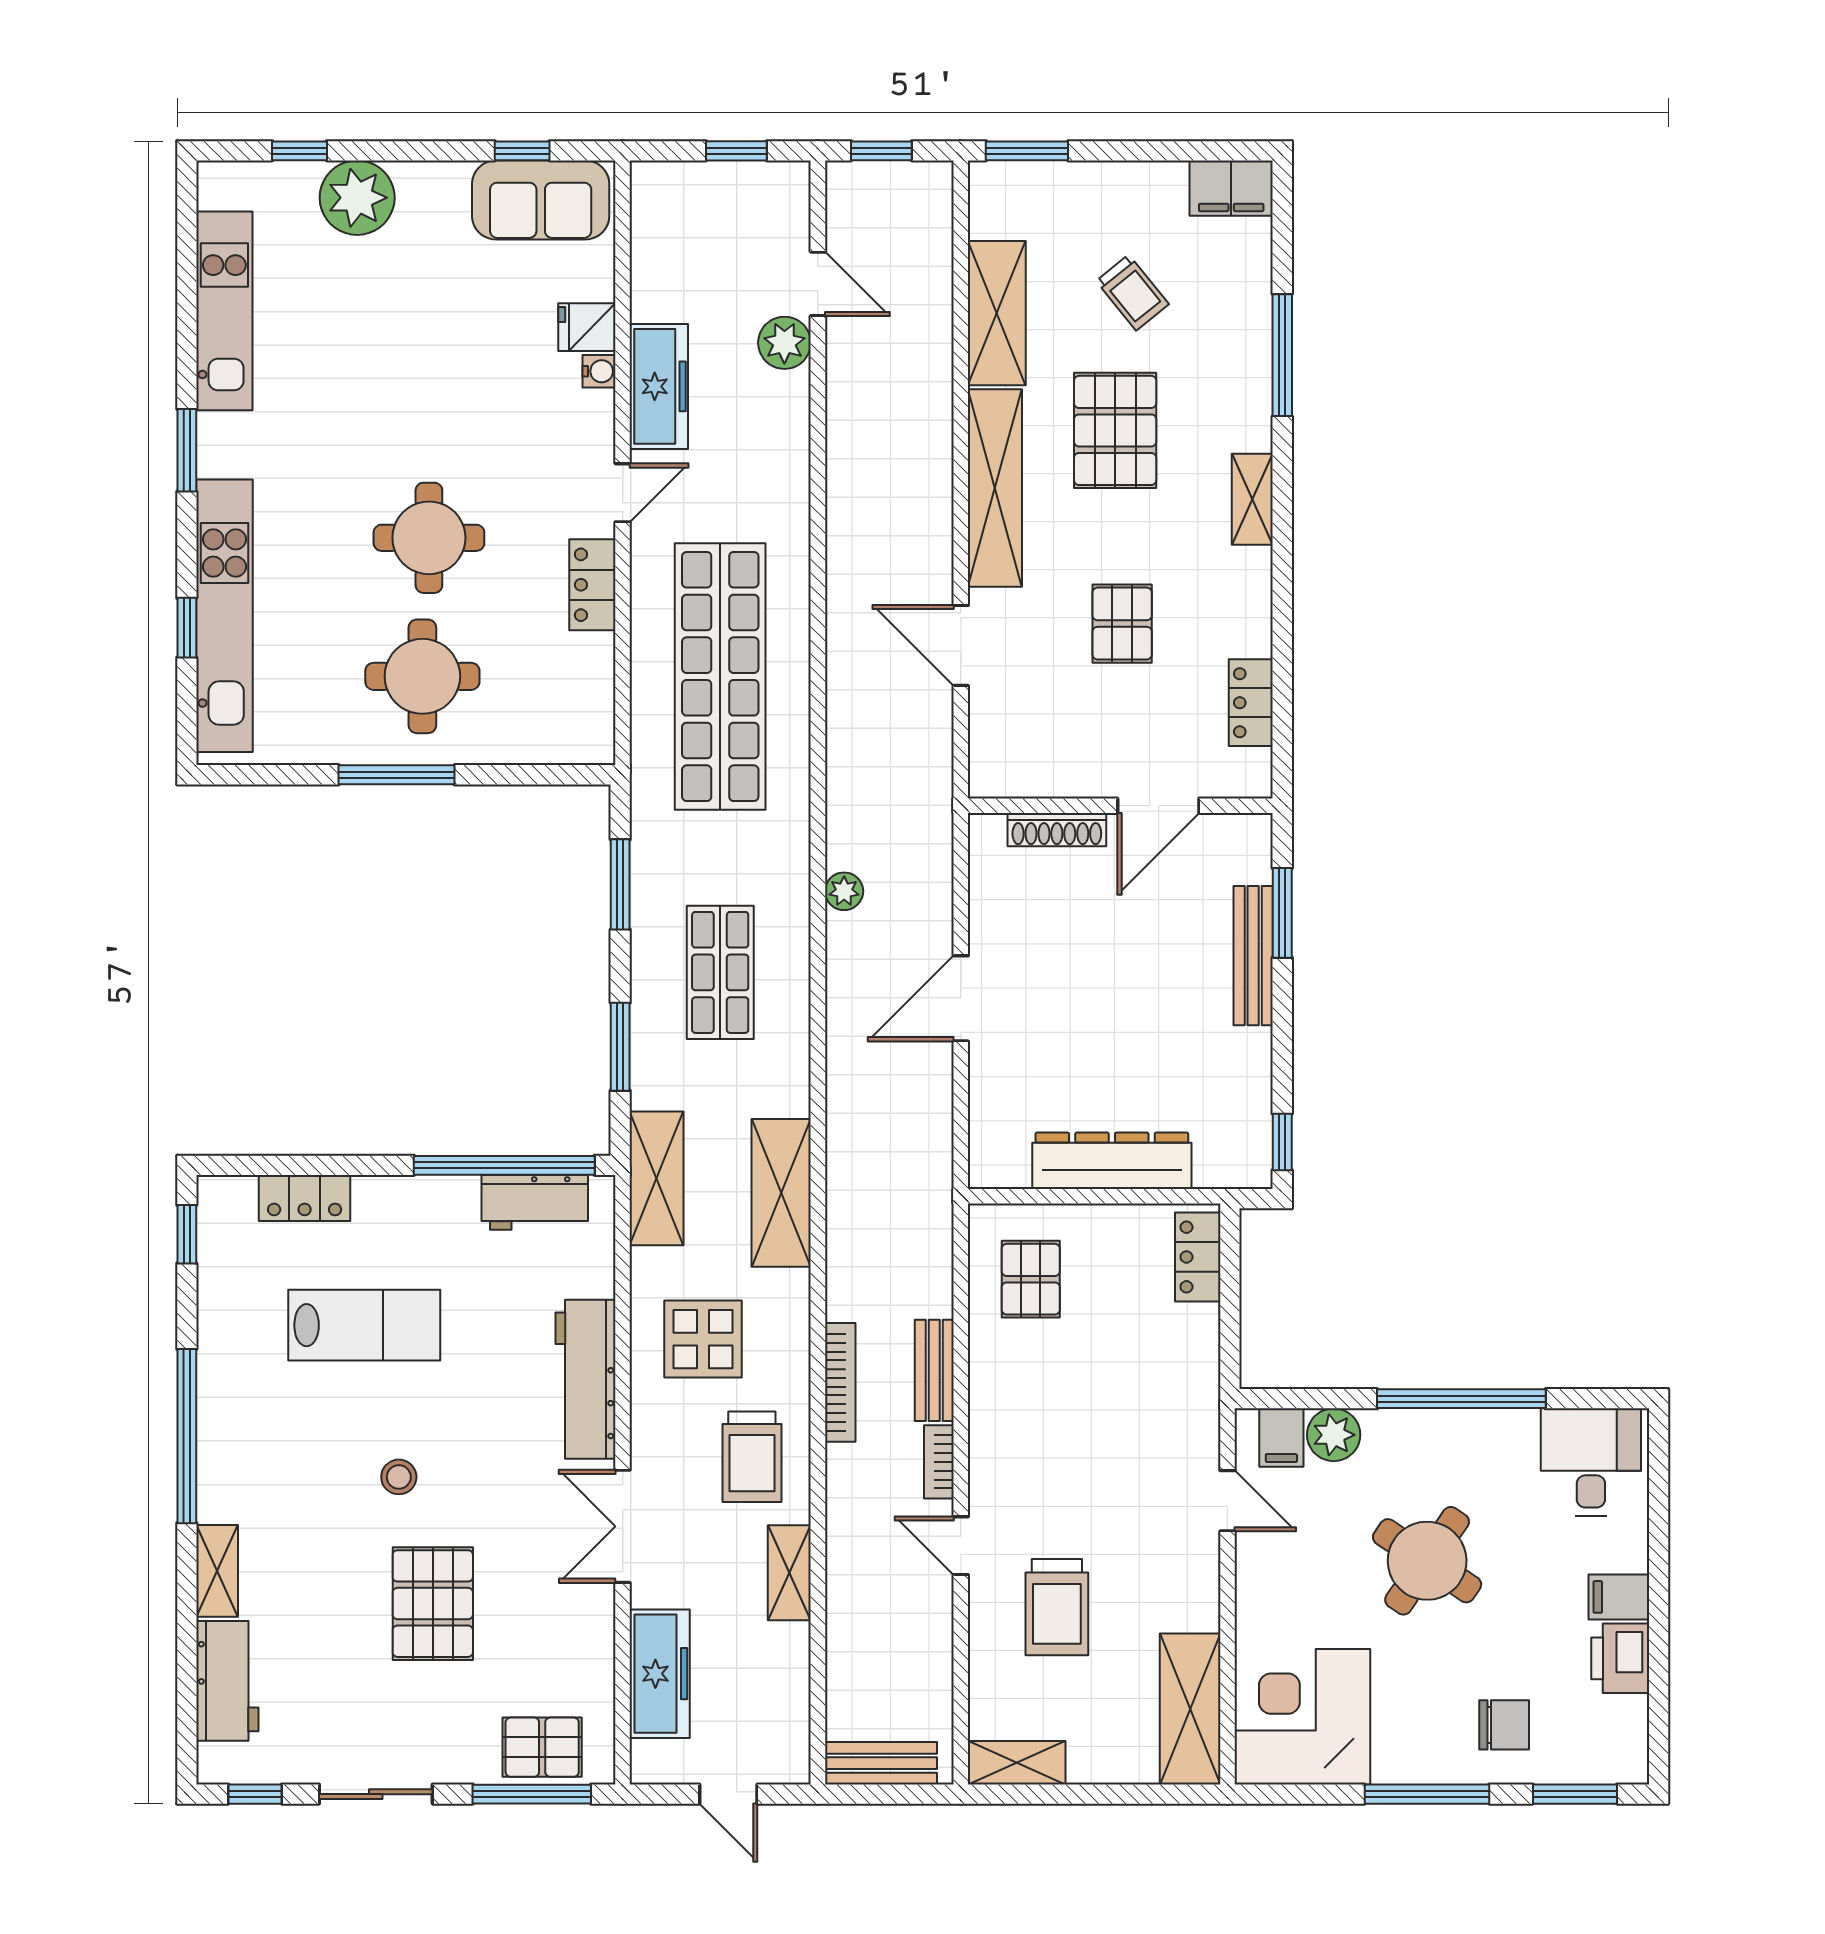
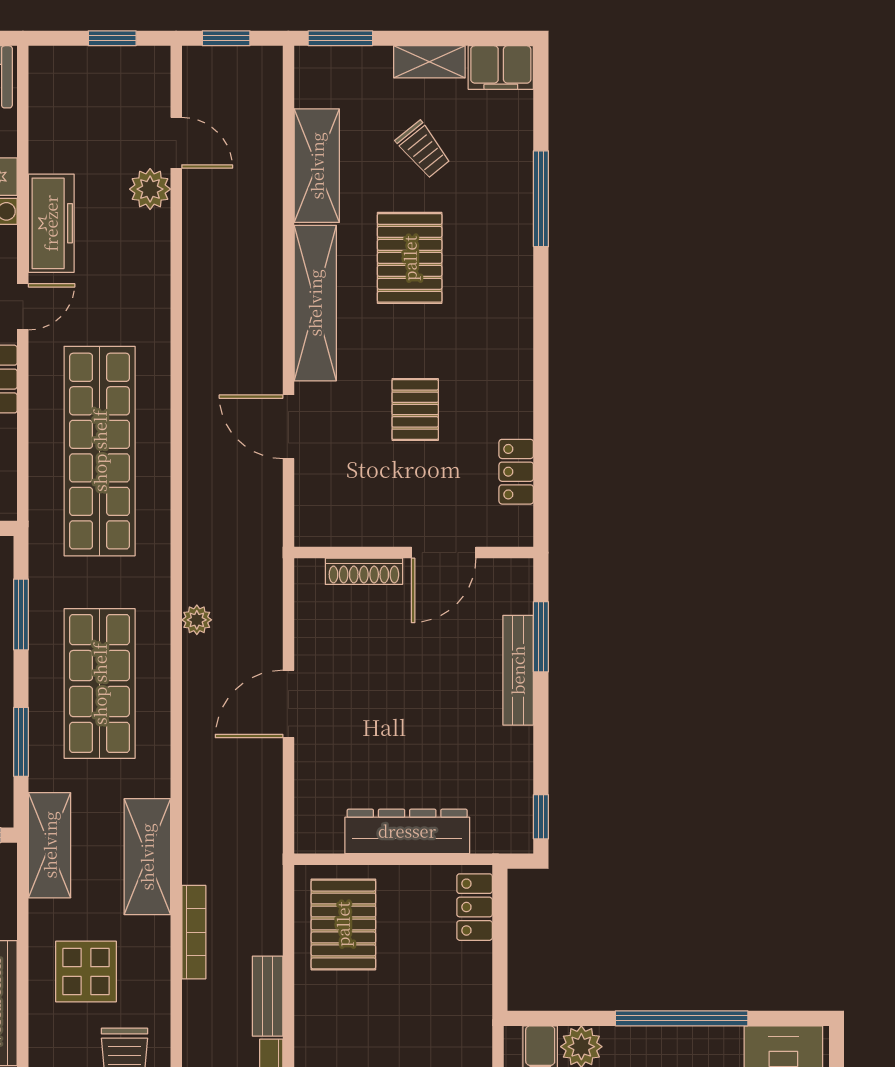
shelving: (1252, 499) -> (429, 62), moved, turned 90
shop shelf: (720, 972) -> (100, 684), width x1.43, depth x1.36
pallet: (1031, 1279) -> (343, 924), width x1.50, depth x1.42
bookcase: (840, 1382) -> (194, 932), moved

